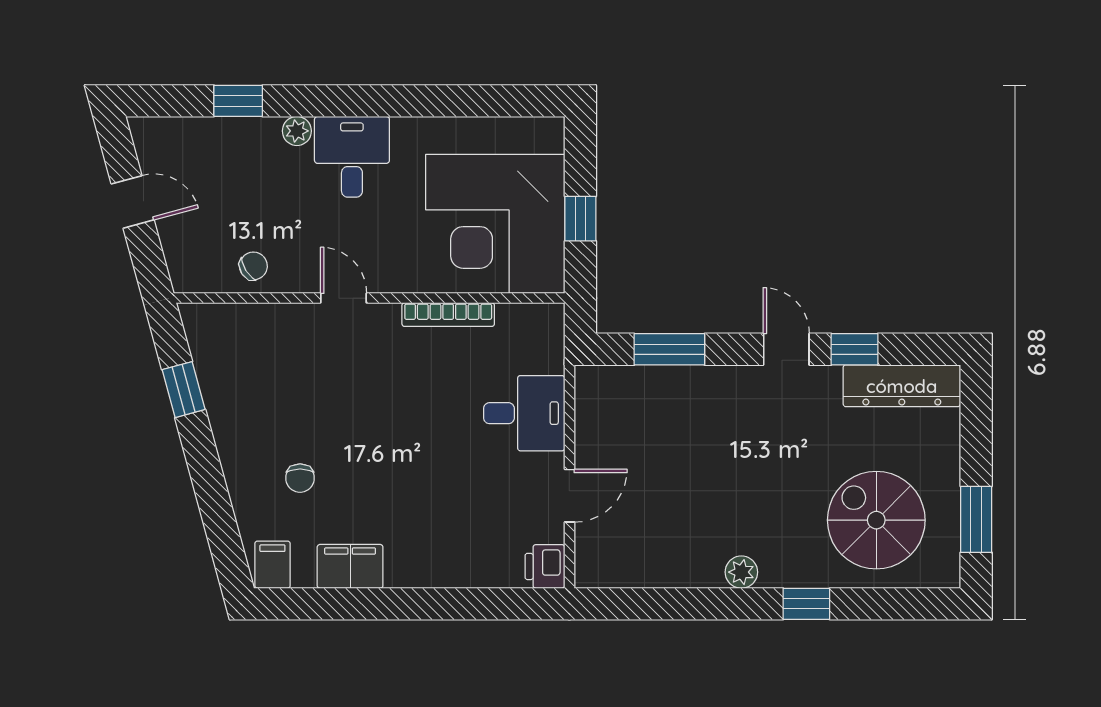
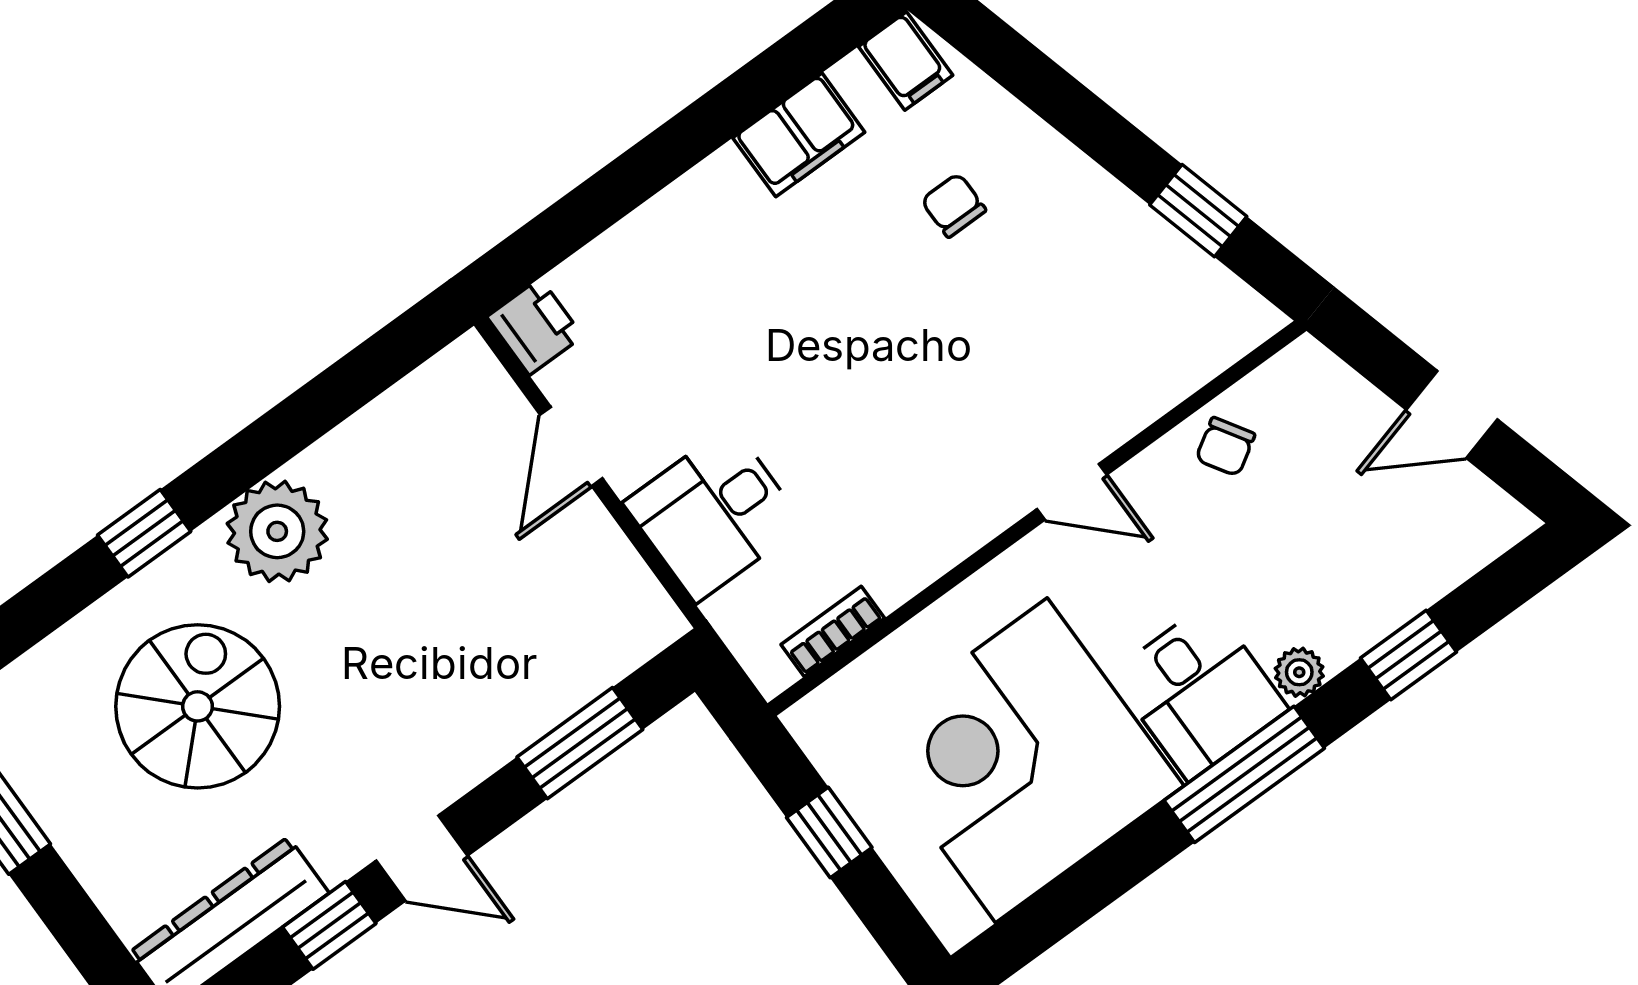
window: (359, 101) -> (1244, 774), added
corner desk: (495, 224) -> (1021, 760), moved, turned -90
bookcase: (448, 315) -> (833, 631), moved, width x0.64
spiral stairs: (876, 520) -> (198, 706), moved, turned -90
plant: (741, 572) -> (277, 531), width x1.87, depth x1.87

